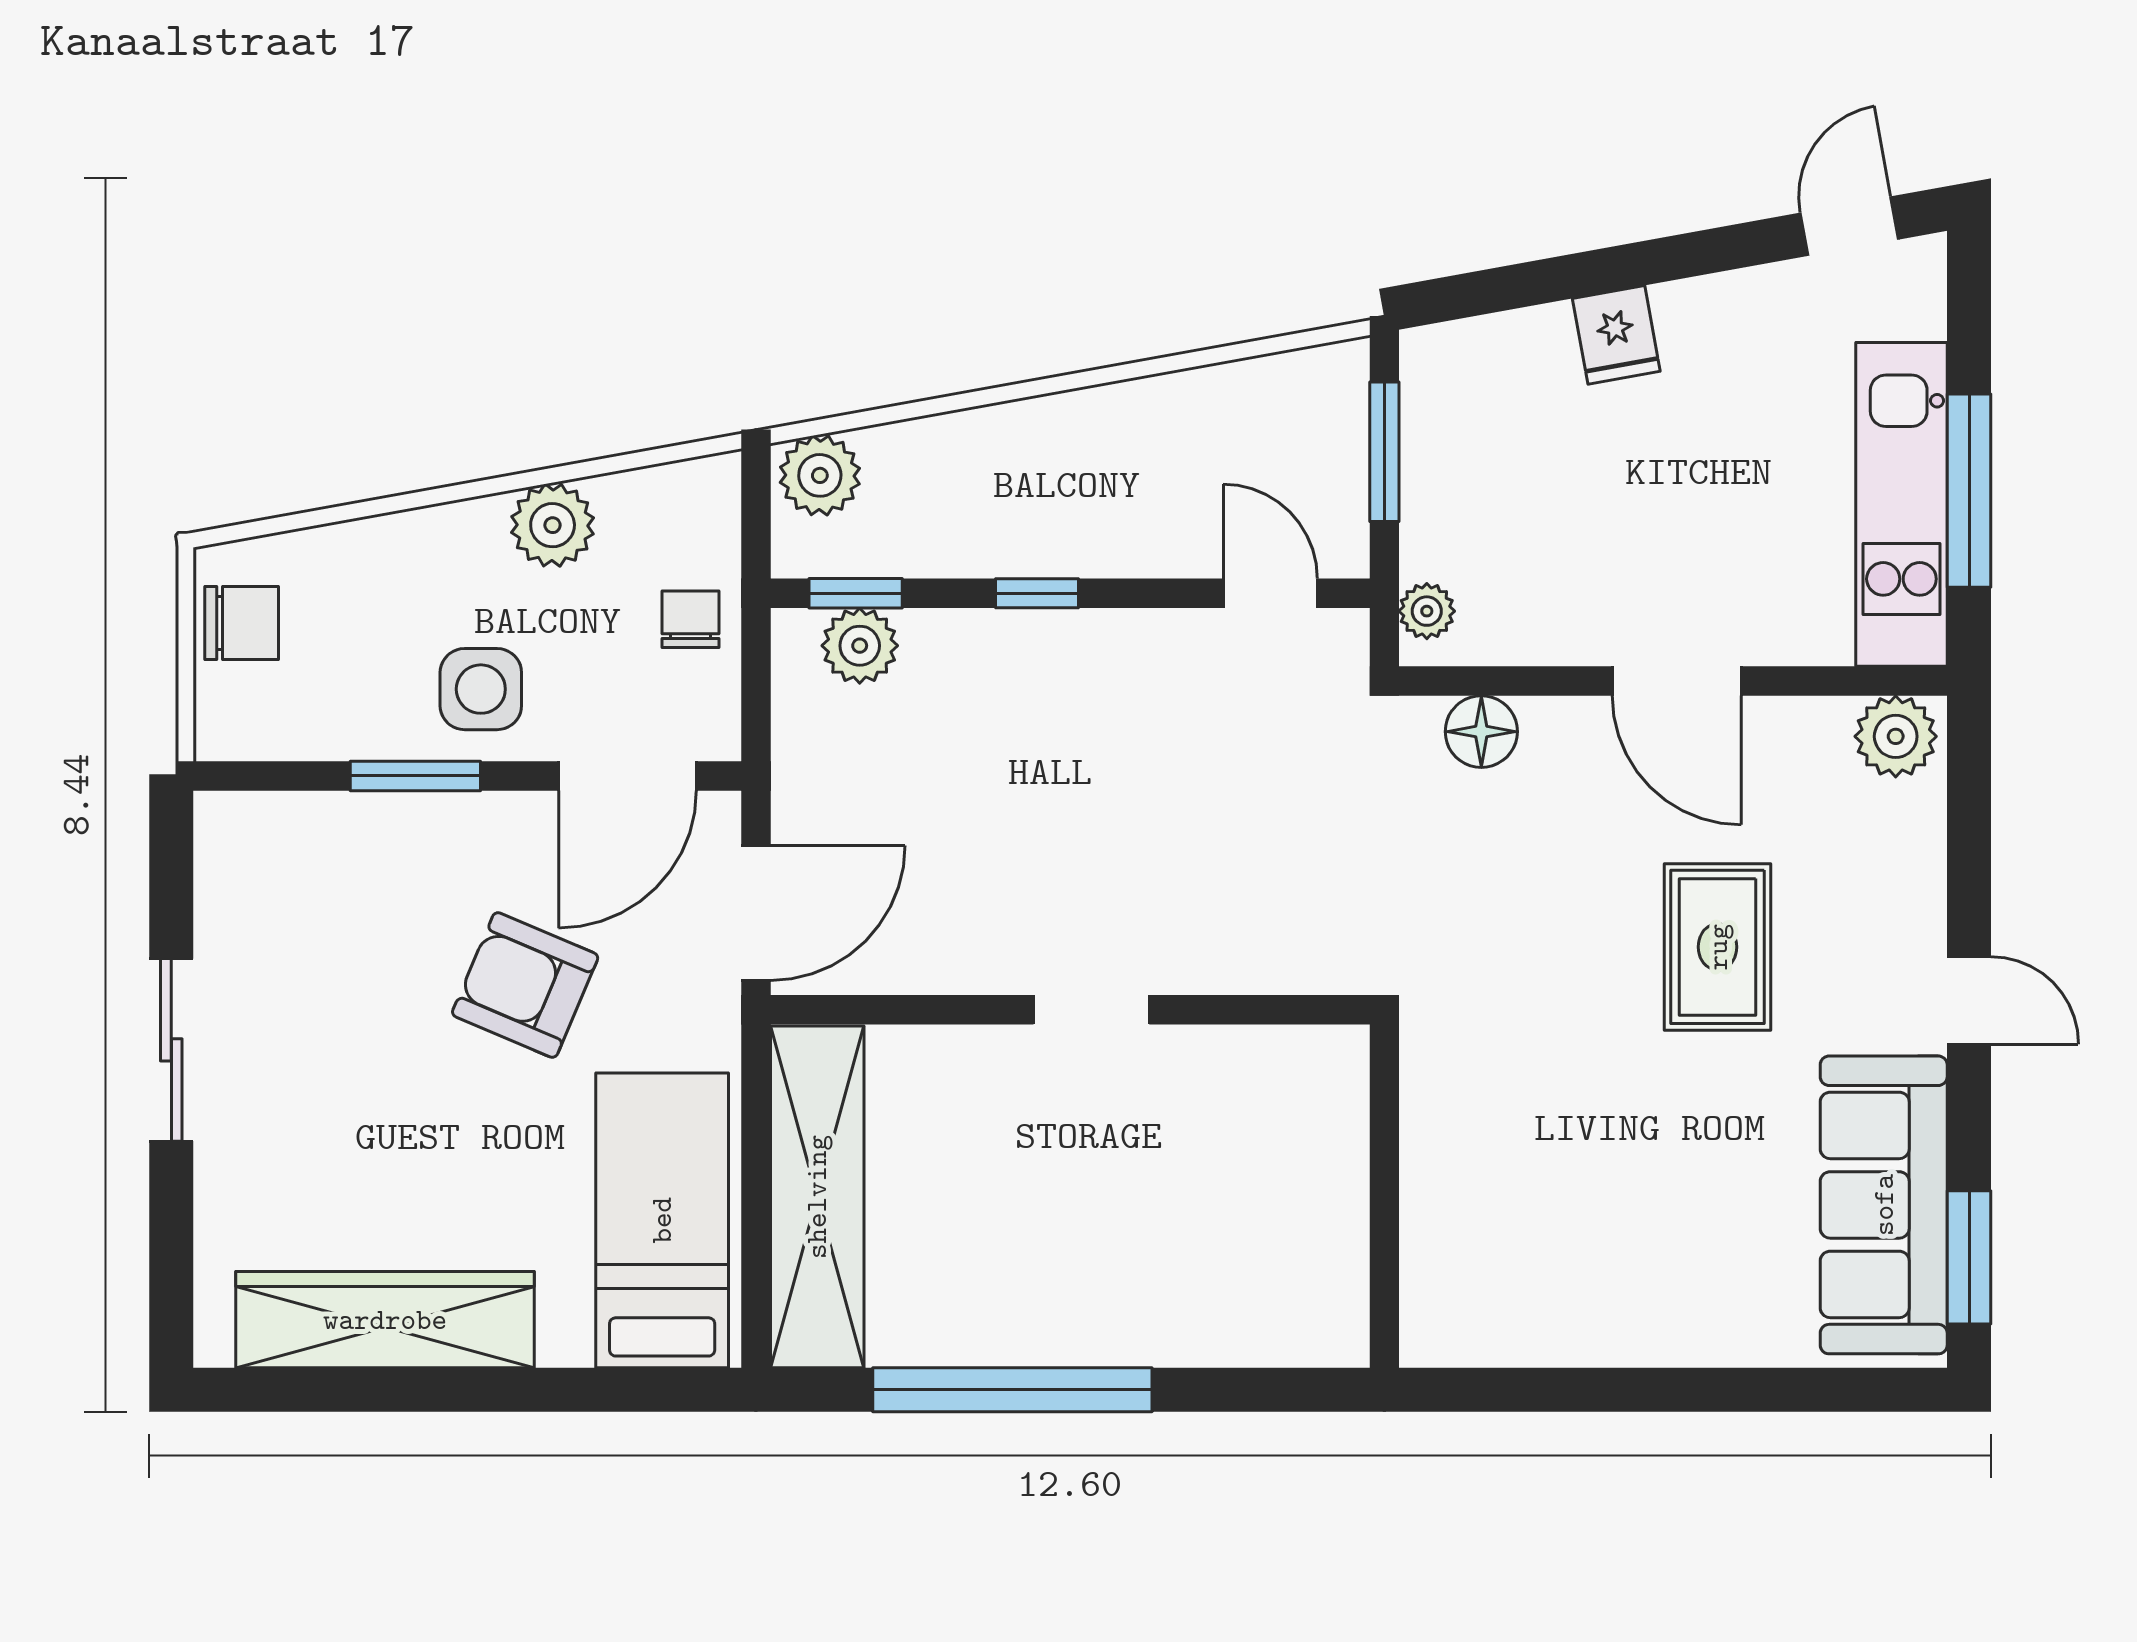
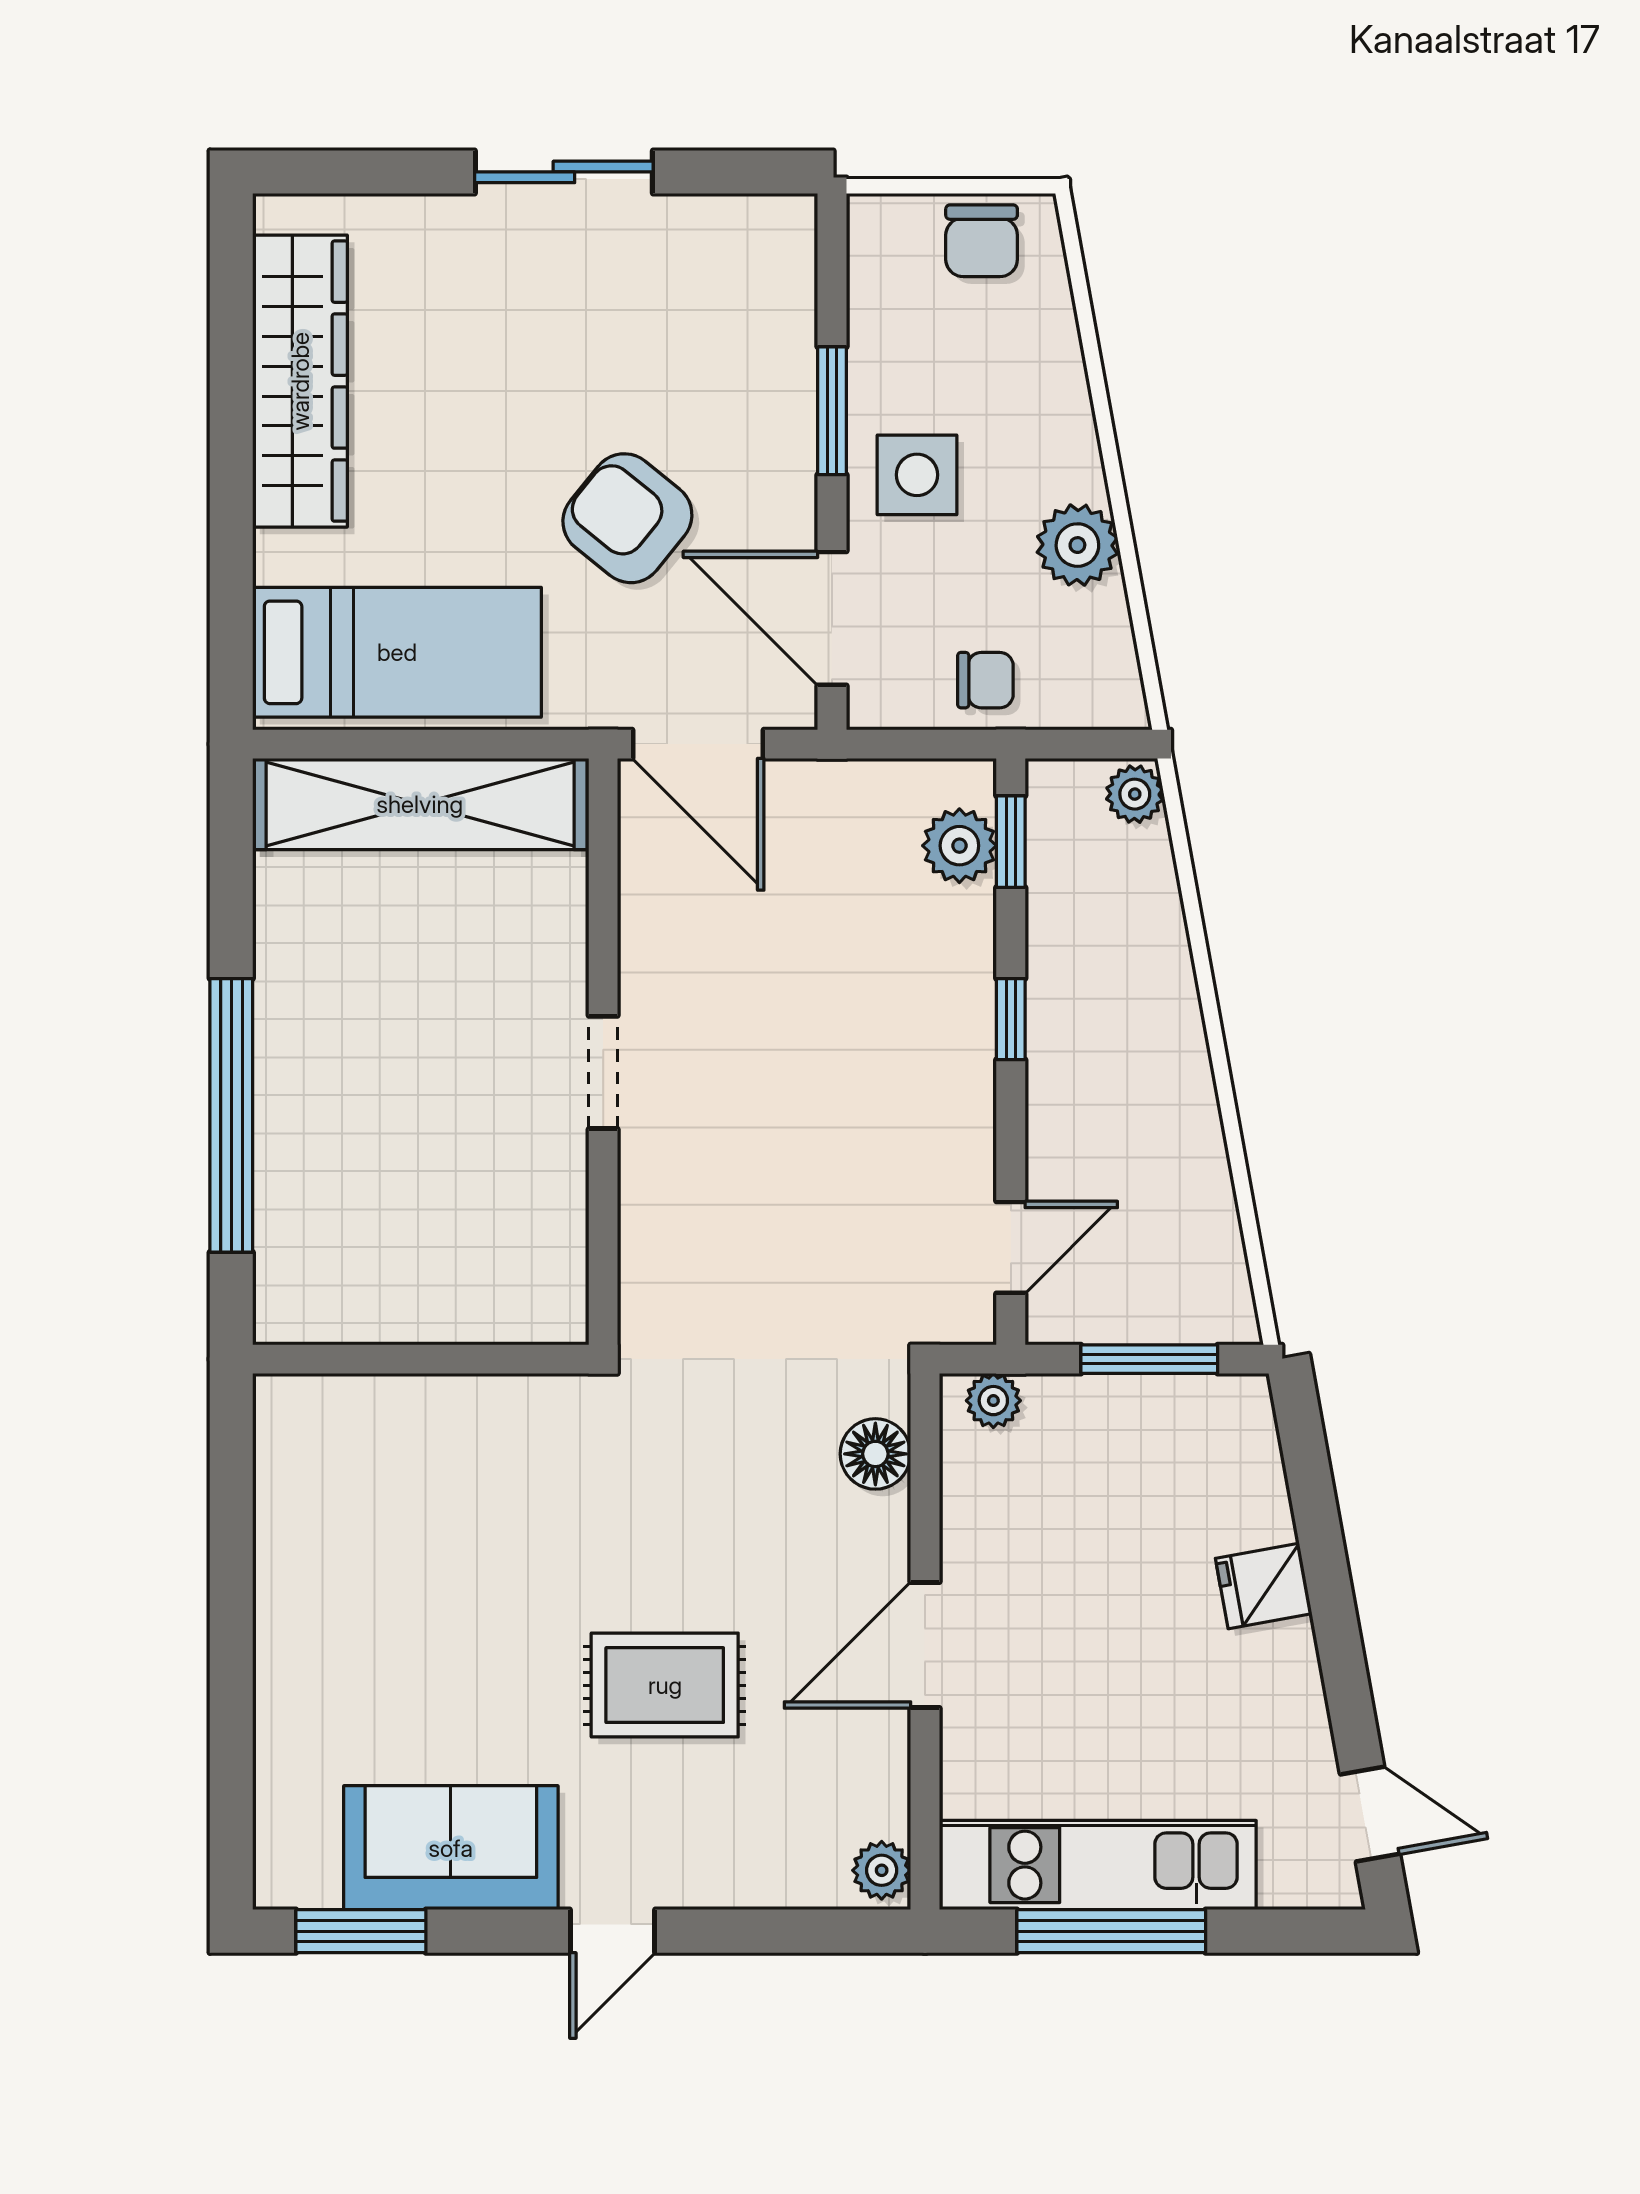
plant: (820, 475) -> (1135, 794), width x0.73, depth x0.73
plant: (1896, 736) -> (882, 1870), width x0.73, depth x0.73
armchair: (525, 985) -> (627, 518), turned -74
sofa: (1884, 1205) -> (451, 1848), width x0.73
window: (1012, 1390) -> (231, 1115), moved

